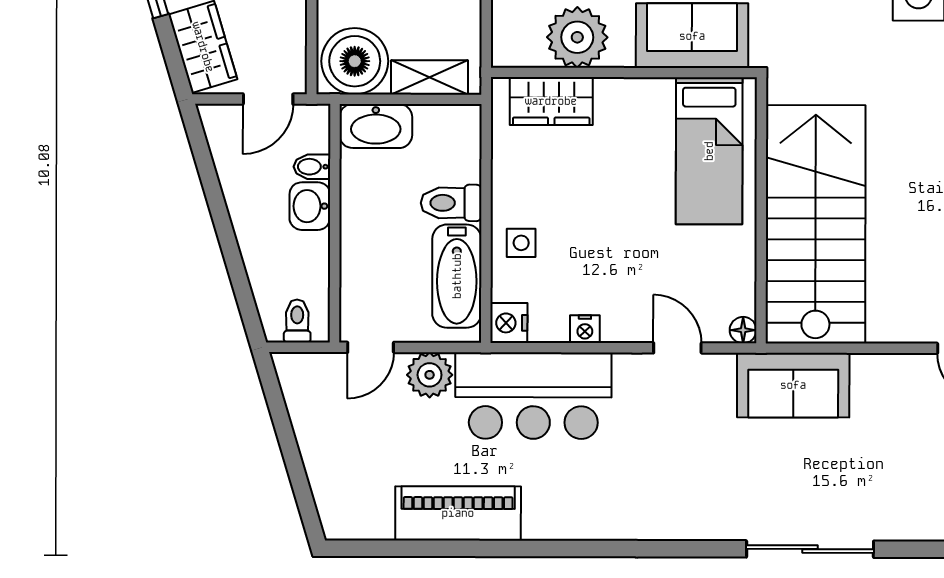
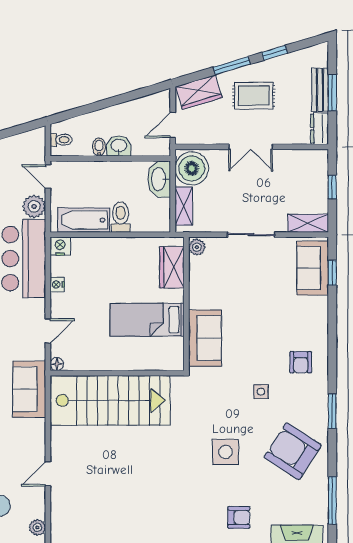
plant: (577, 37) -> (197, 247), moved, width x0.53, depth x0.53
door: (268, 99) -> (173, 125), hinge flipped
bed: (709, 151) -> (147, 320), moved
bidet: (312, 167) -> (99, 147), moved
side table: (521, 243) -> (101, 252), removed

